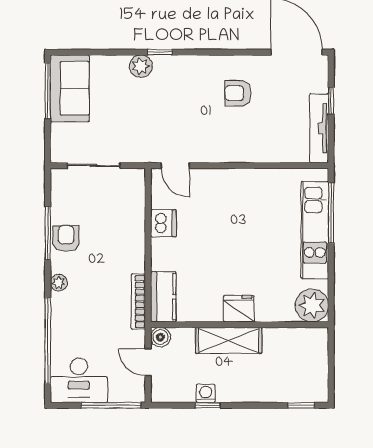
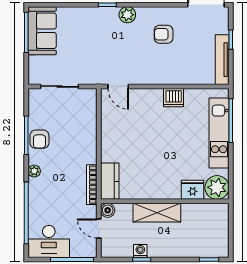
plant: (141, 66) -> (127, 15), moved
dishwasher: (163, 223) -> (174, 98), moved, turned 90
armchair: (66, 239) -> (39, 139), turned 180
fridge: (239, 309) -> (193, 190), moved

